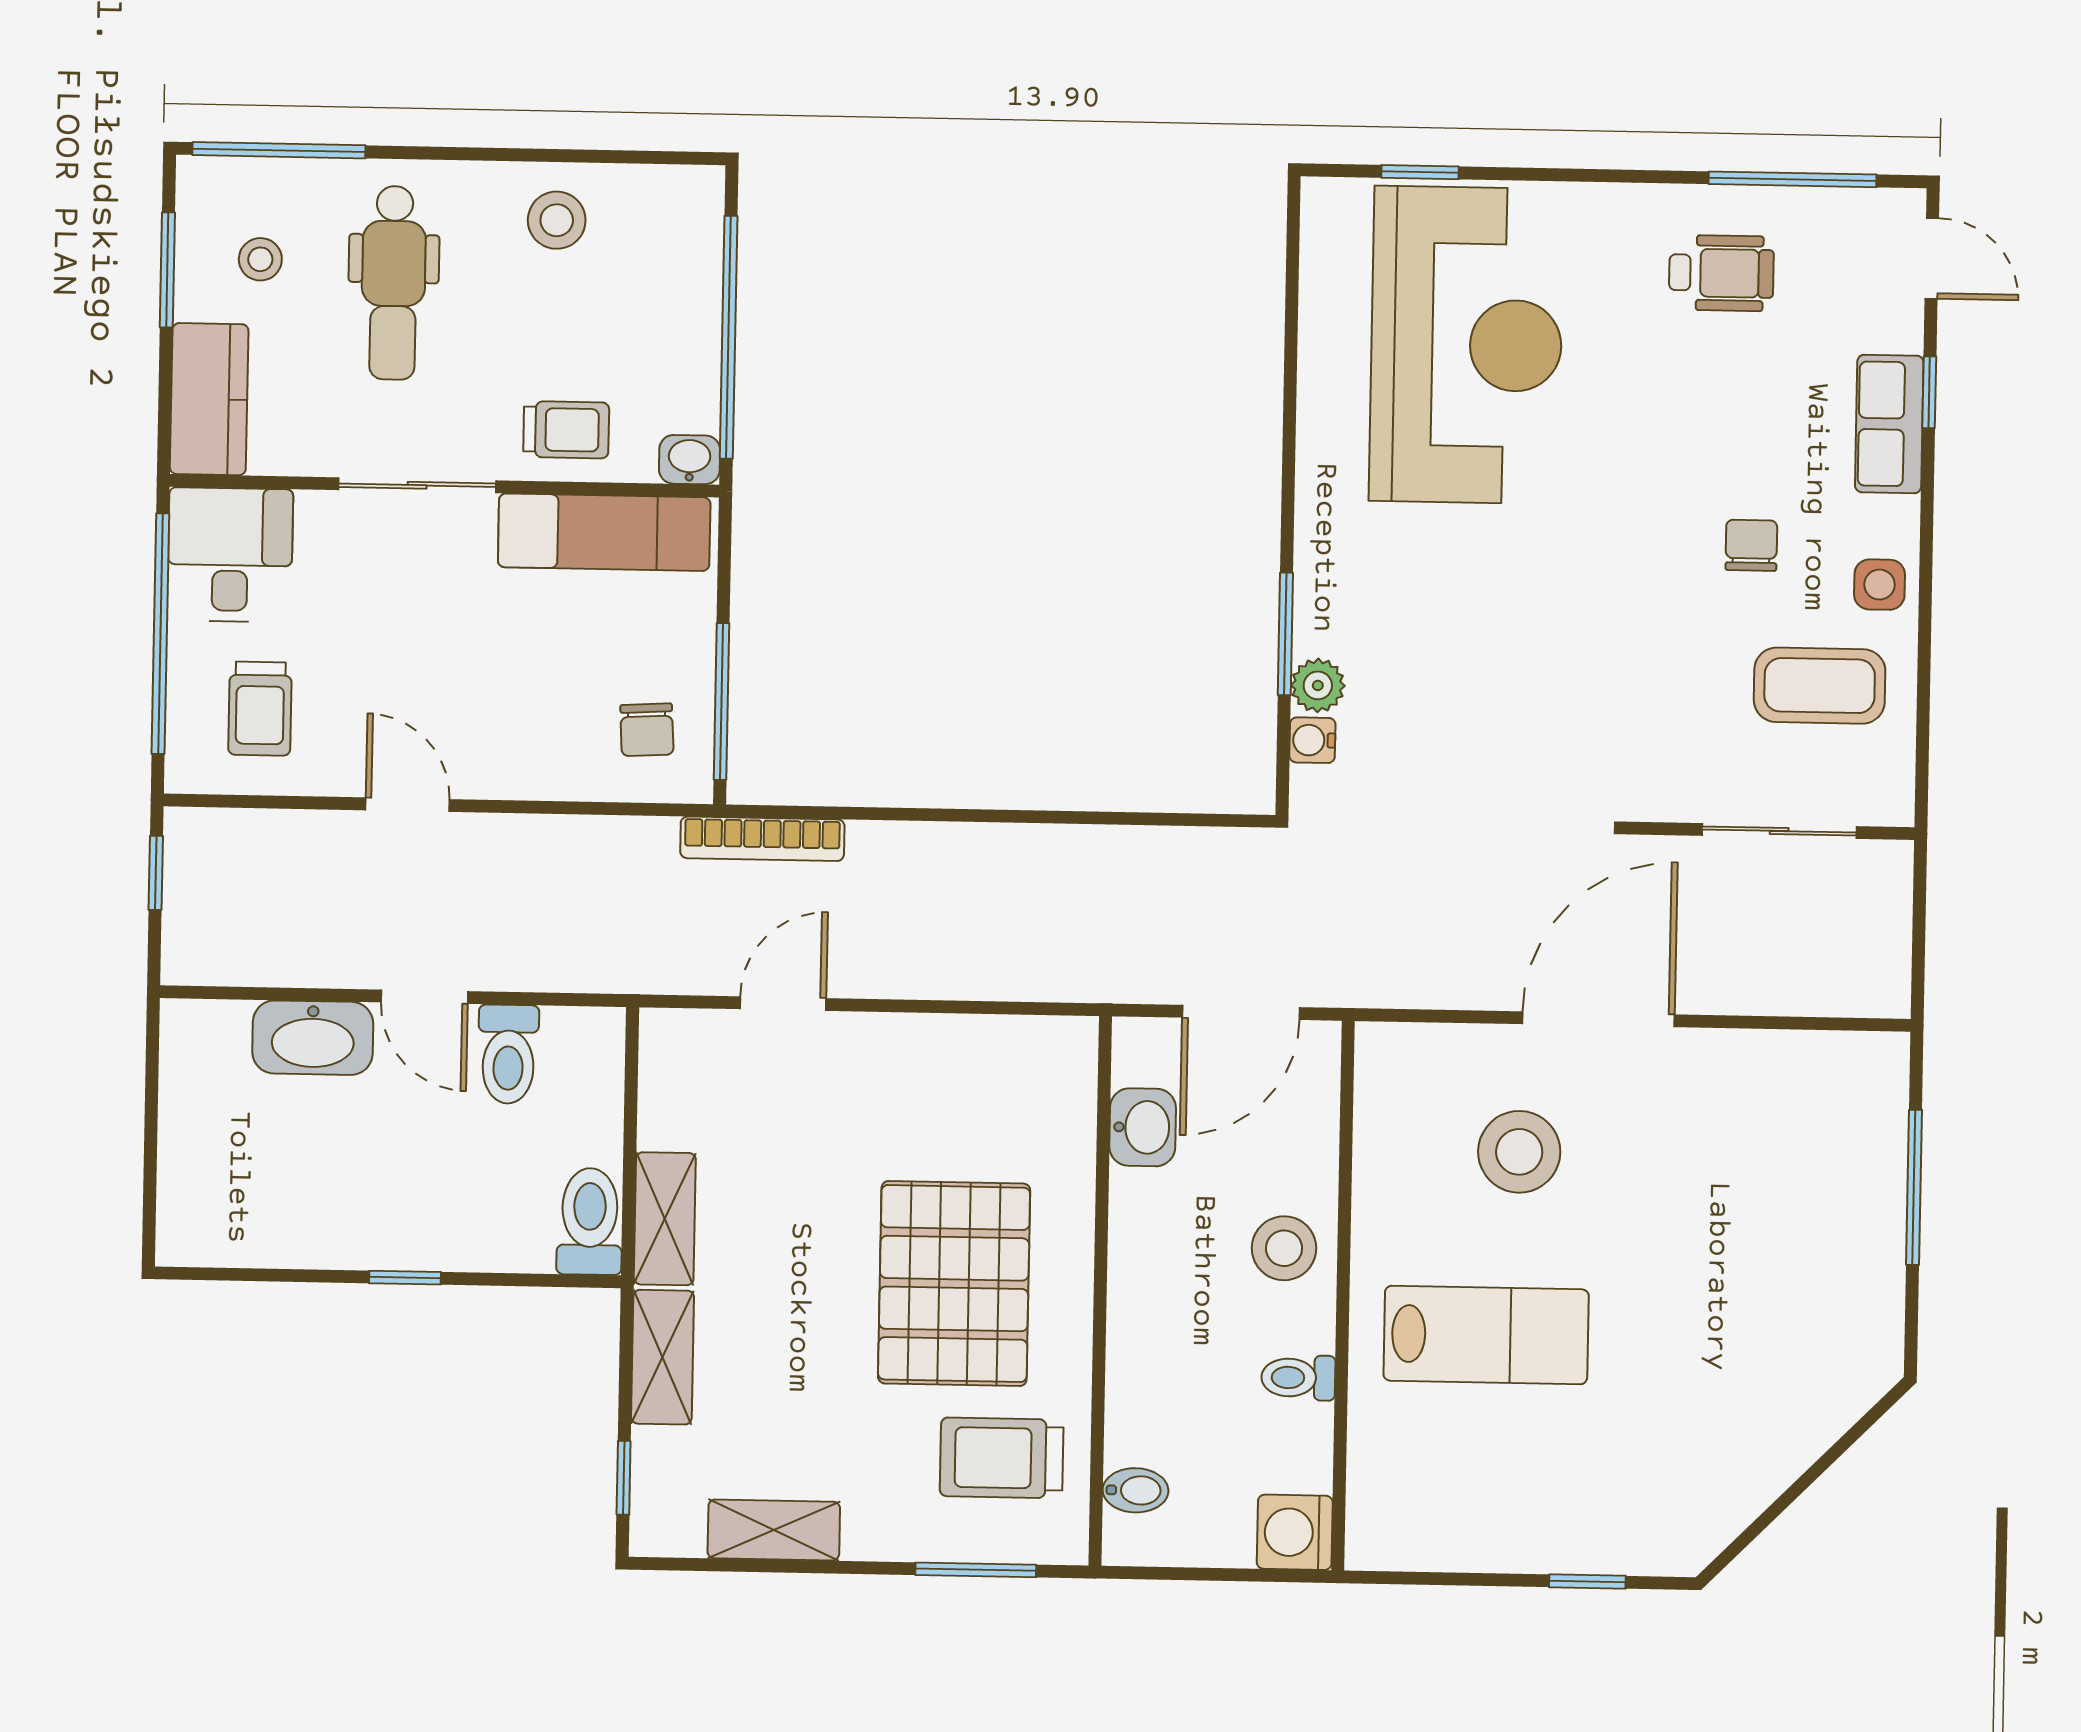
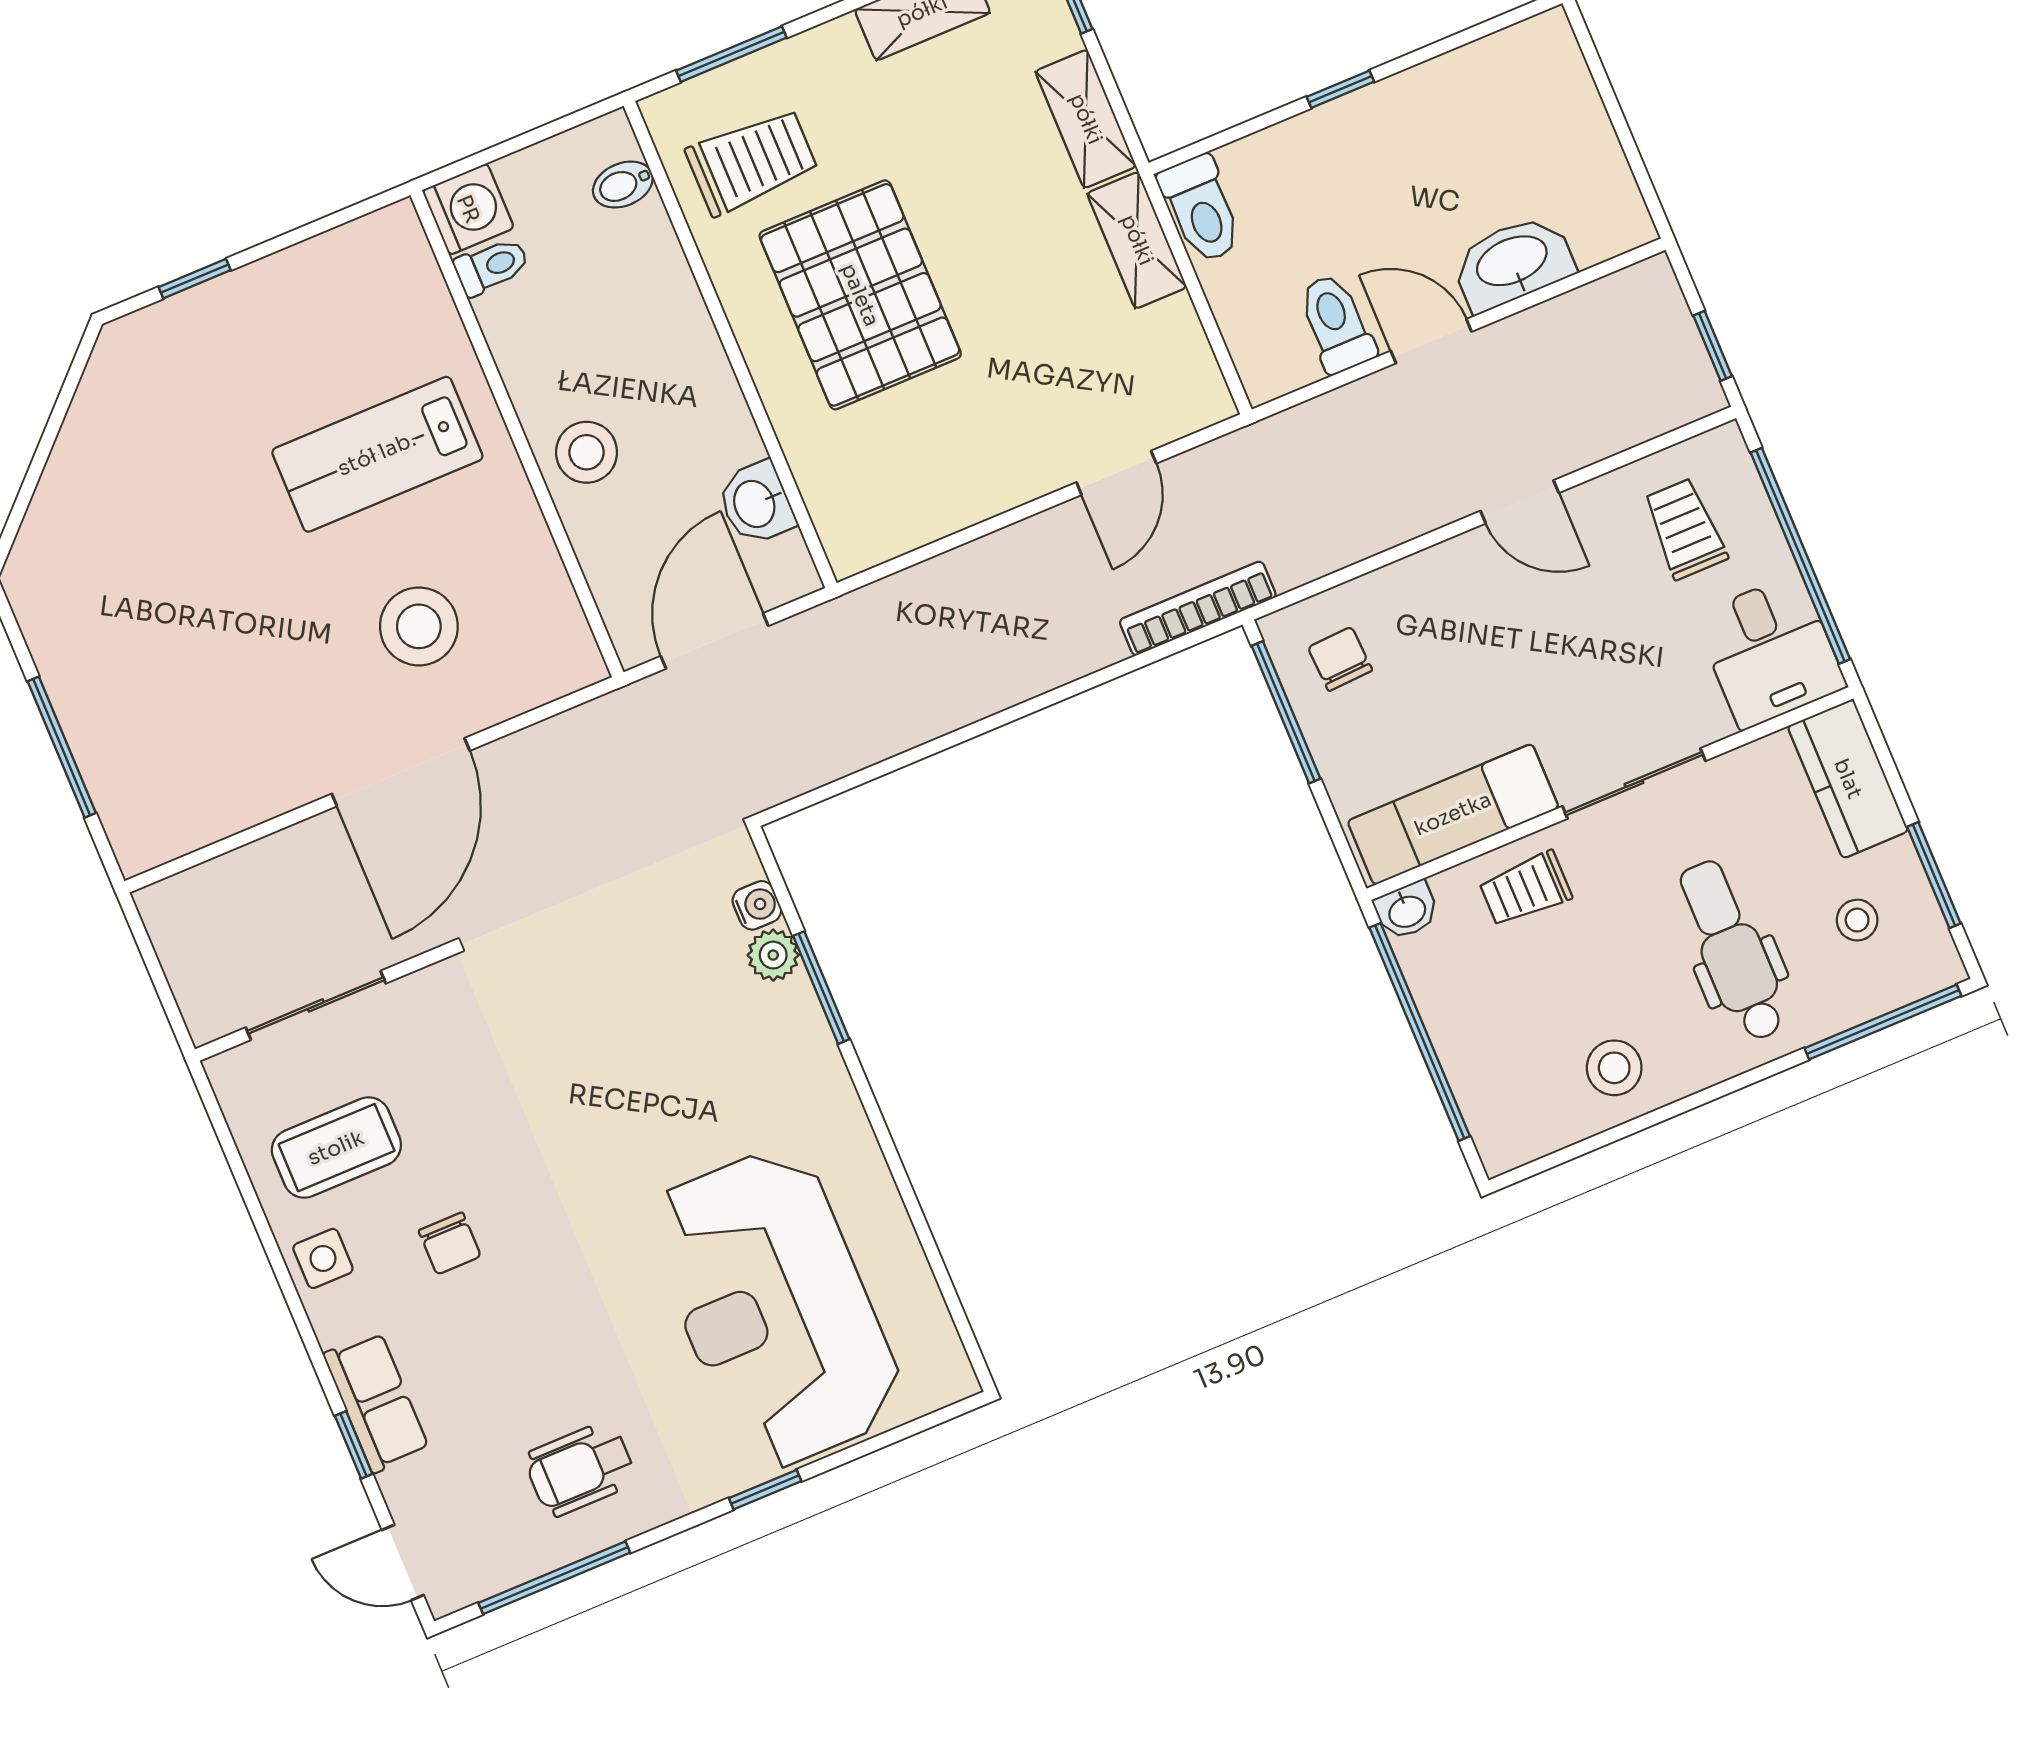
window: (1420, 172) -> (765, 1490), moved
toilet: (1298, 1378) -> (492, 266), moved

